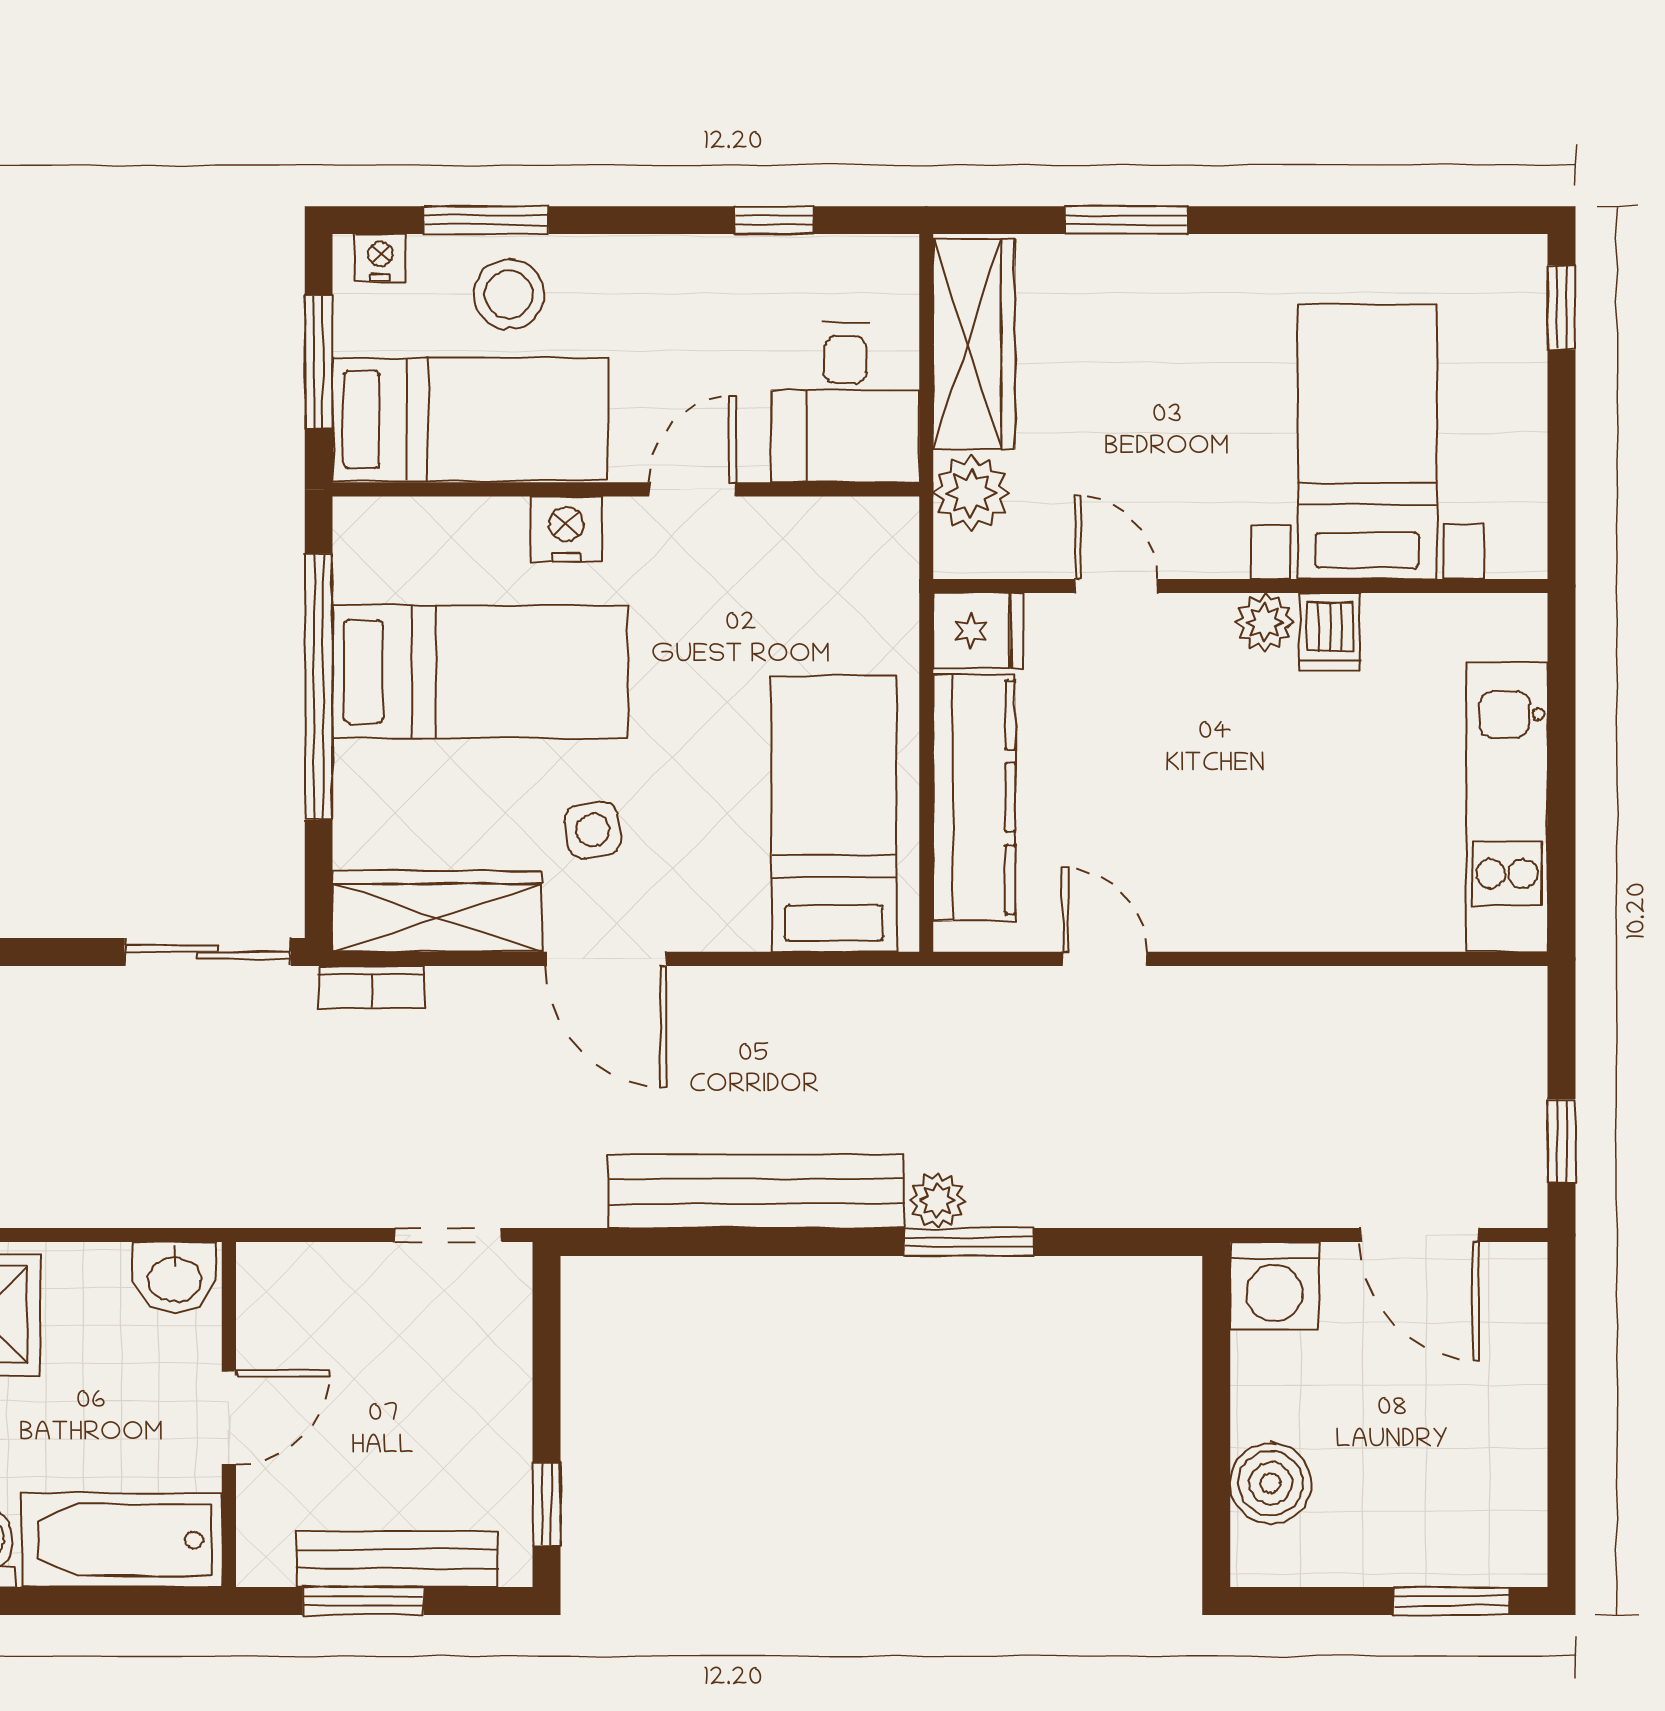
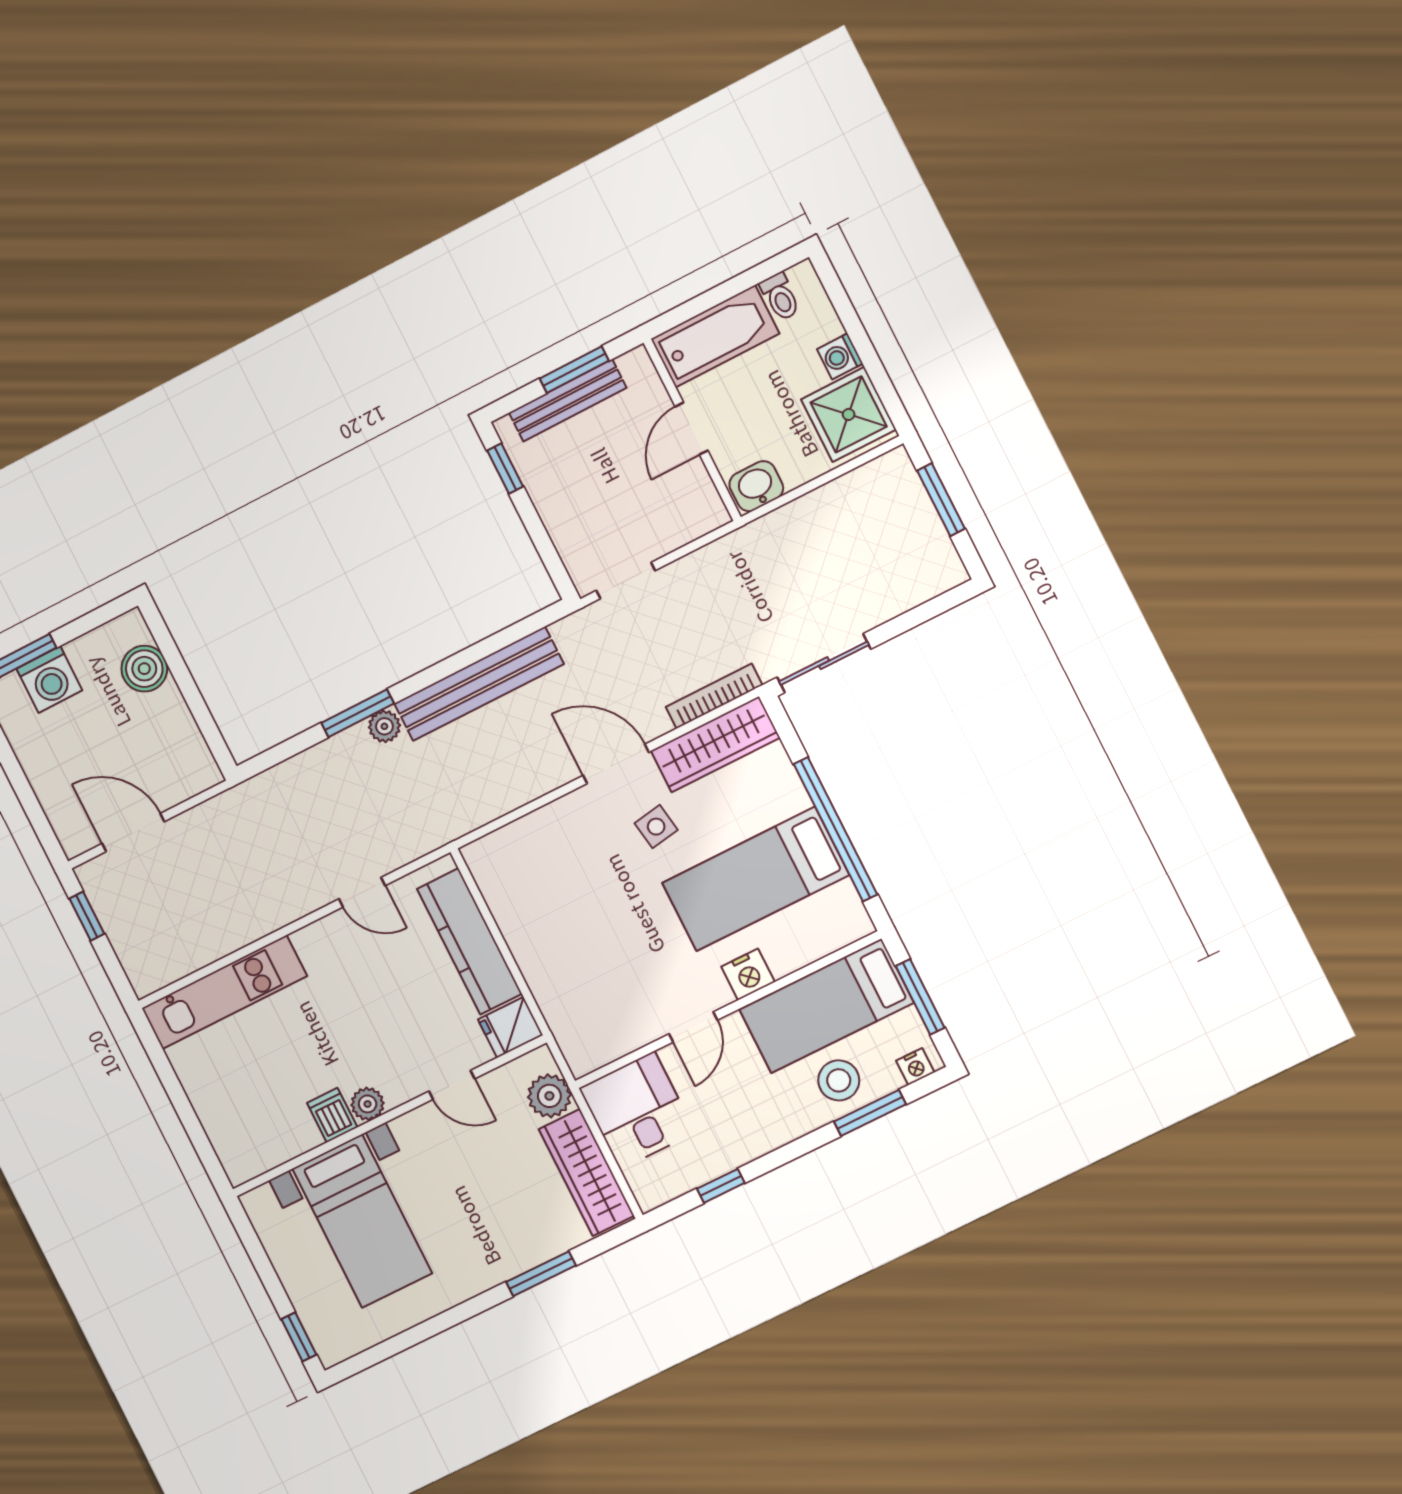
kitchen unit: (1507, 807) -> (224, 992), moved, turned 90
bed: (834, 814) -> (537, 897), removed
bookcase: (372, 987) -> (714, 696), width x1.56
washing machine: (1274, 1286) -> (49, 680), moved, turned 180

